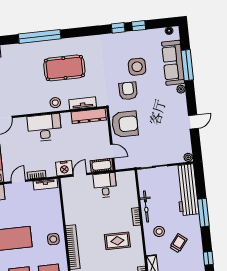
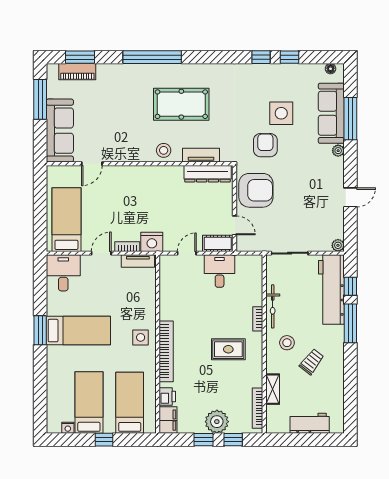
desk: (44, 128) -> (145, 183), removed
nightstand: (64, 168) -> (152, 242), moved
window: (208, 258) -> (350, 286), moved

